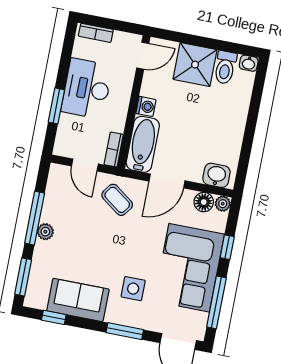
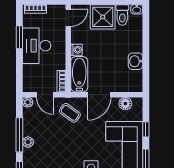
window: (56, 106) -> (19, 37), moved
washbasin: (216, 175) -> (135, 61), moved, turned -90
plant: (223, 204) -> (28, 102), moved

